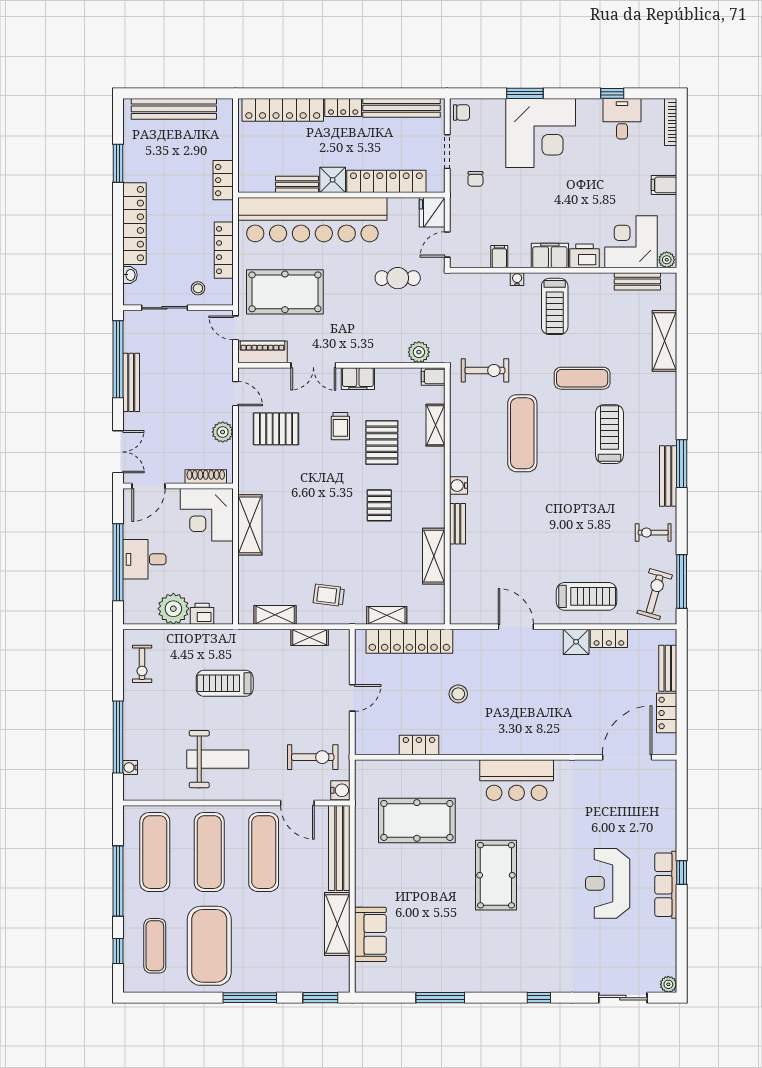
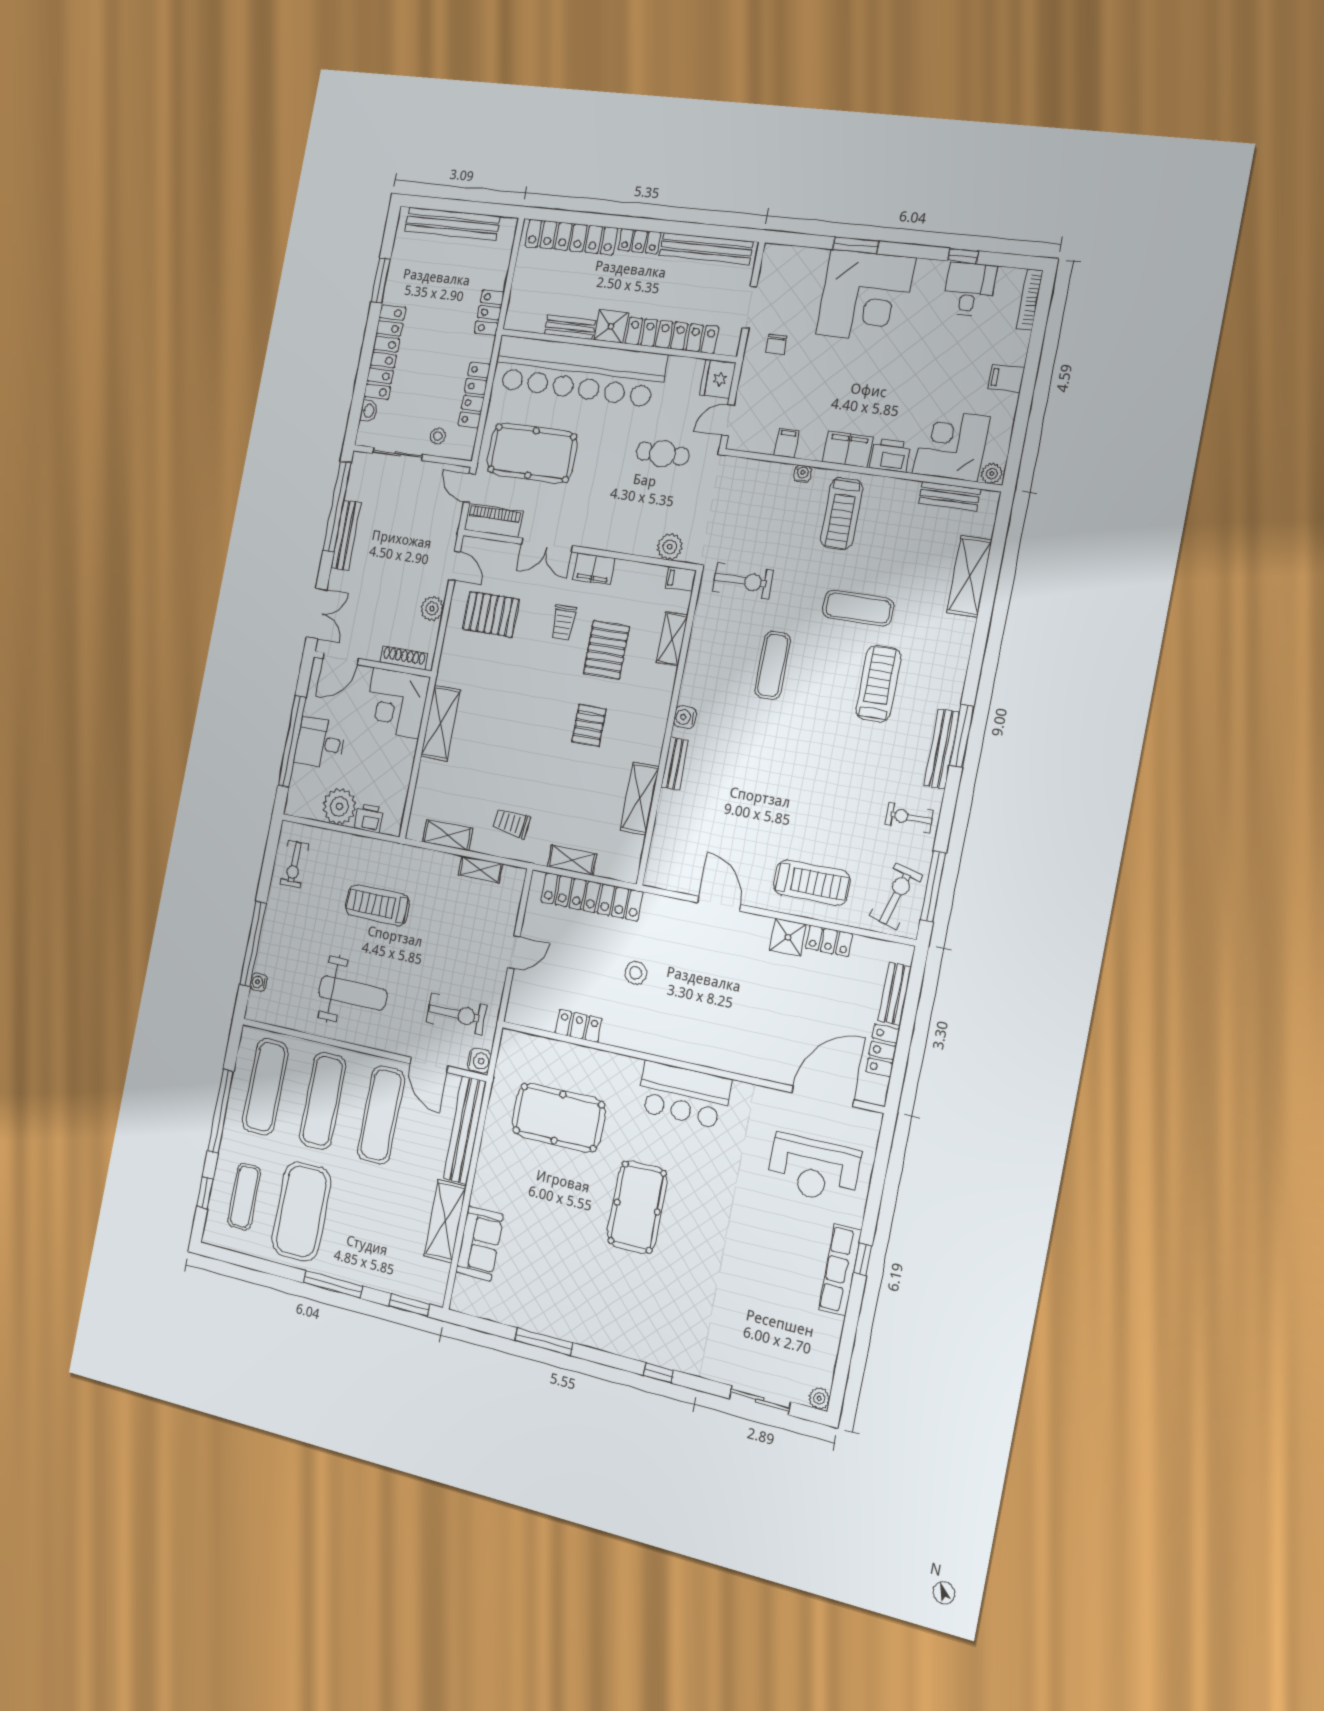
chair: (461, 112) -> (775, 261), removed
exercise mat: (522, 433) -> (773, 665), width x0.73, depth x0.69
reception desk: (608, 883) -> (814, 1169), moved, turned -90

